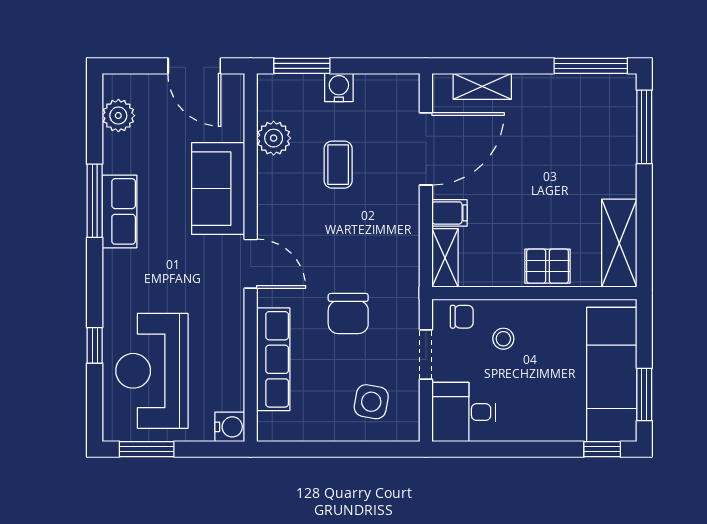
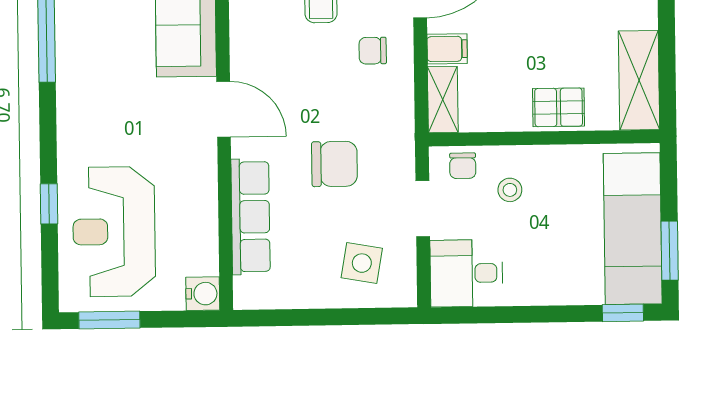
row of seats: (119, 211) -> (75, 52), removed
chair: (383, 214) -> (373, 51), added
chair: (348, 314) -> (334, 164), turned -90
chair: (462, 317) -> (463, 166), turned 90

